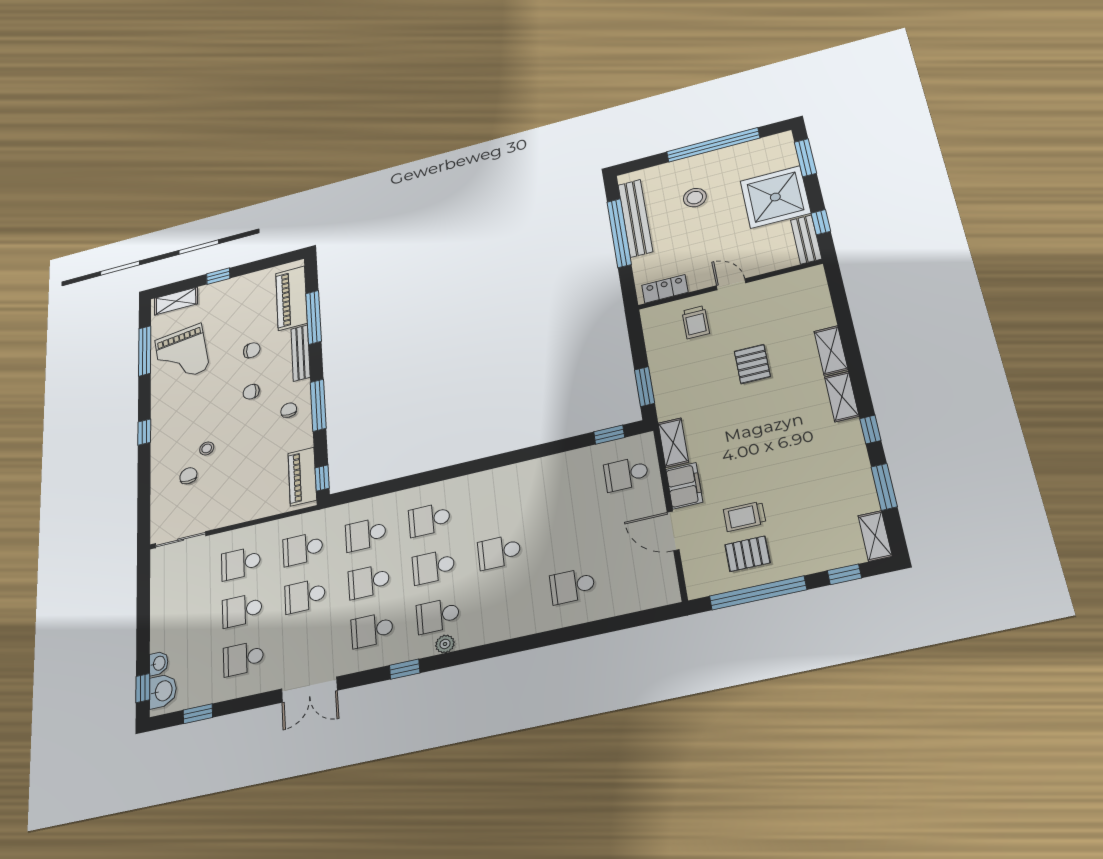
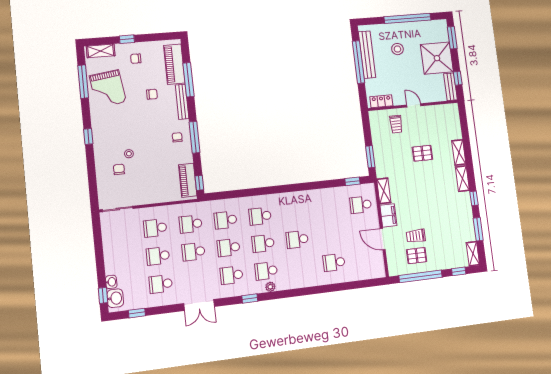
pallet: (752, 364) -> (422, 153), turned 90
chair: (251, 392) -> (136, 59), moved

